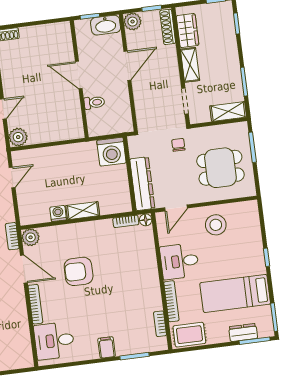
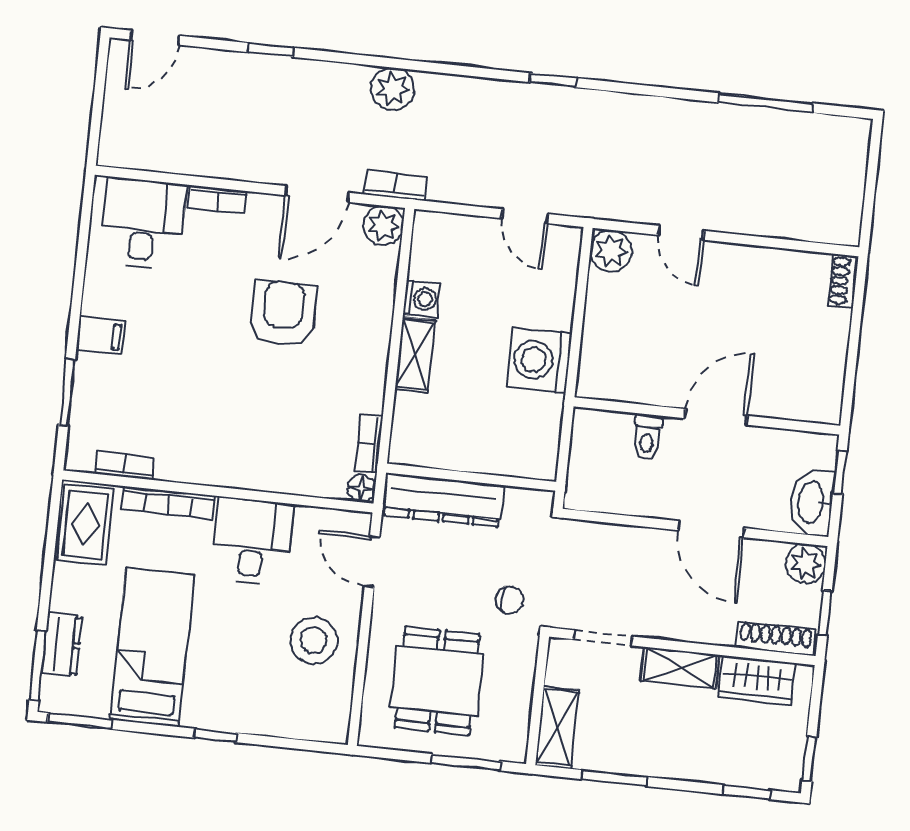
washing machine: (111, 152) -> (539, 360), moved
bookcase: (35, 304) -> (218, 199), width x0.64

